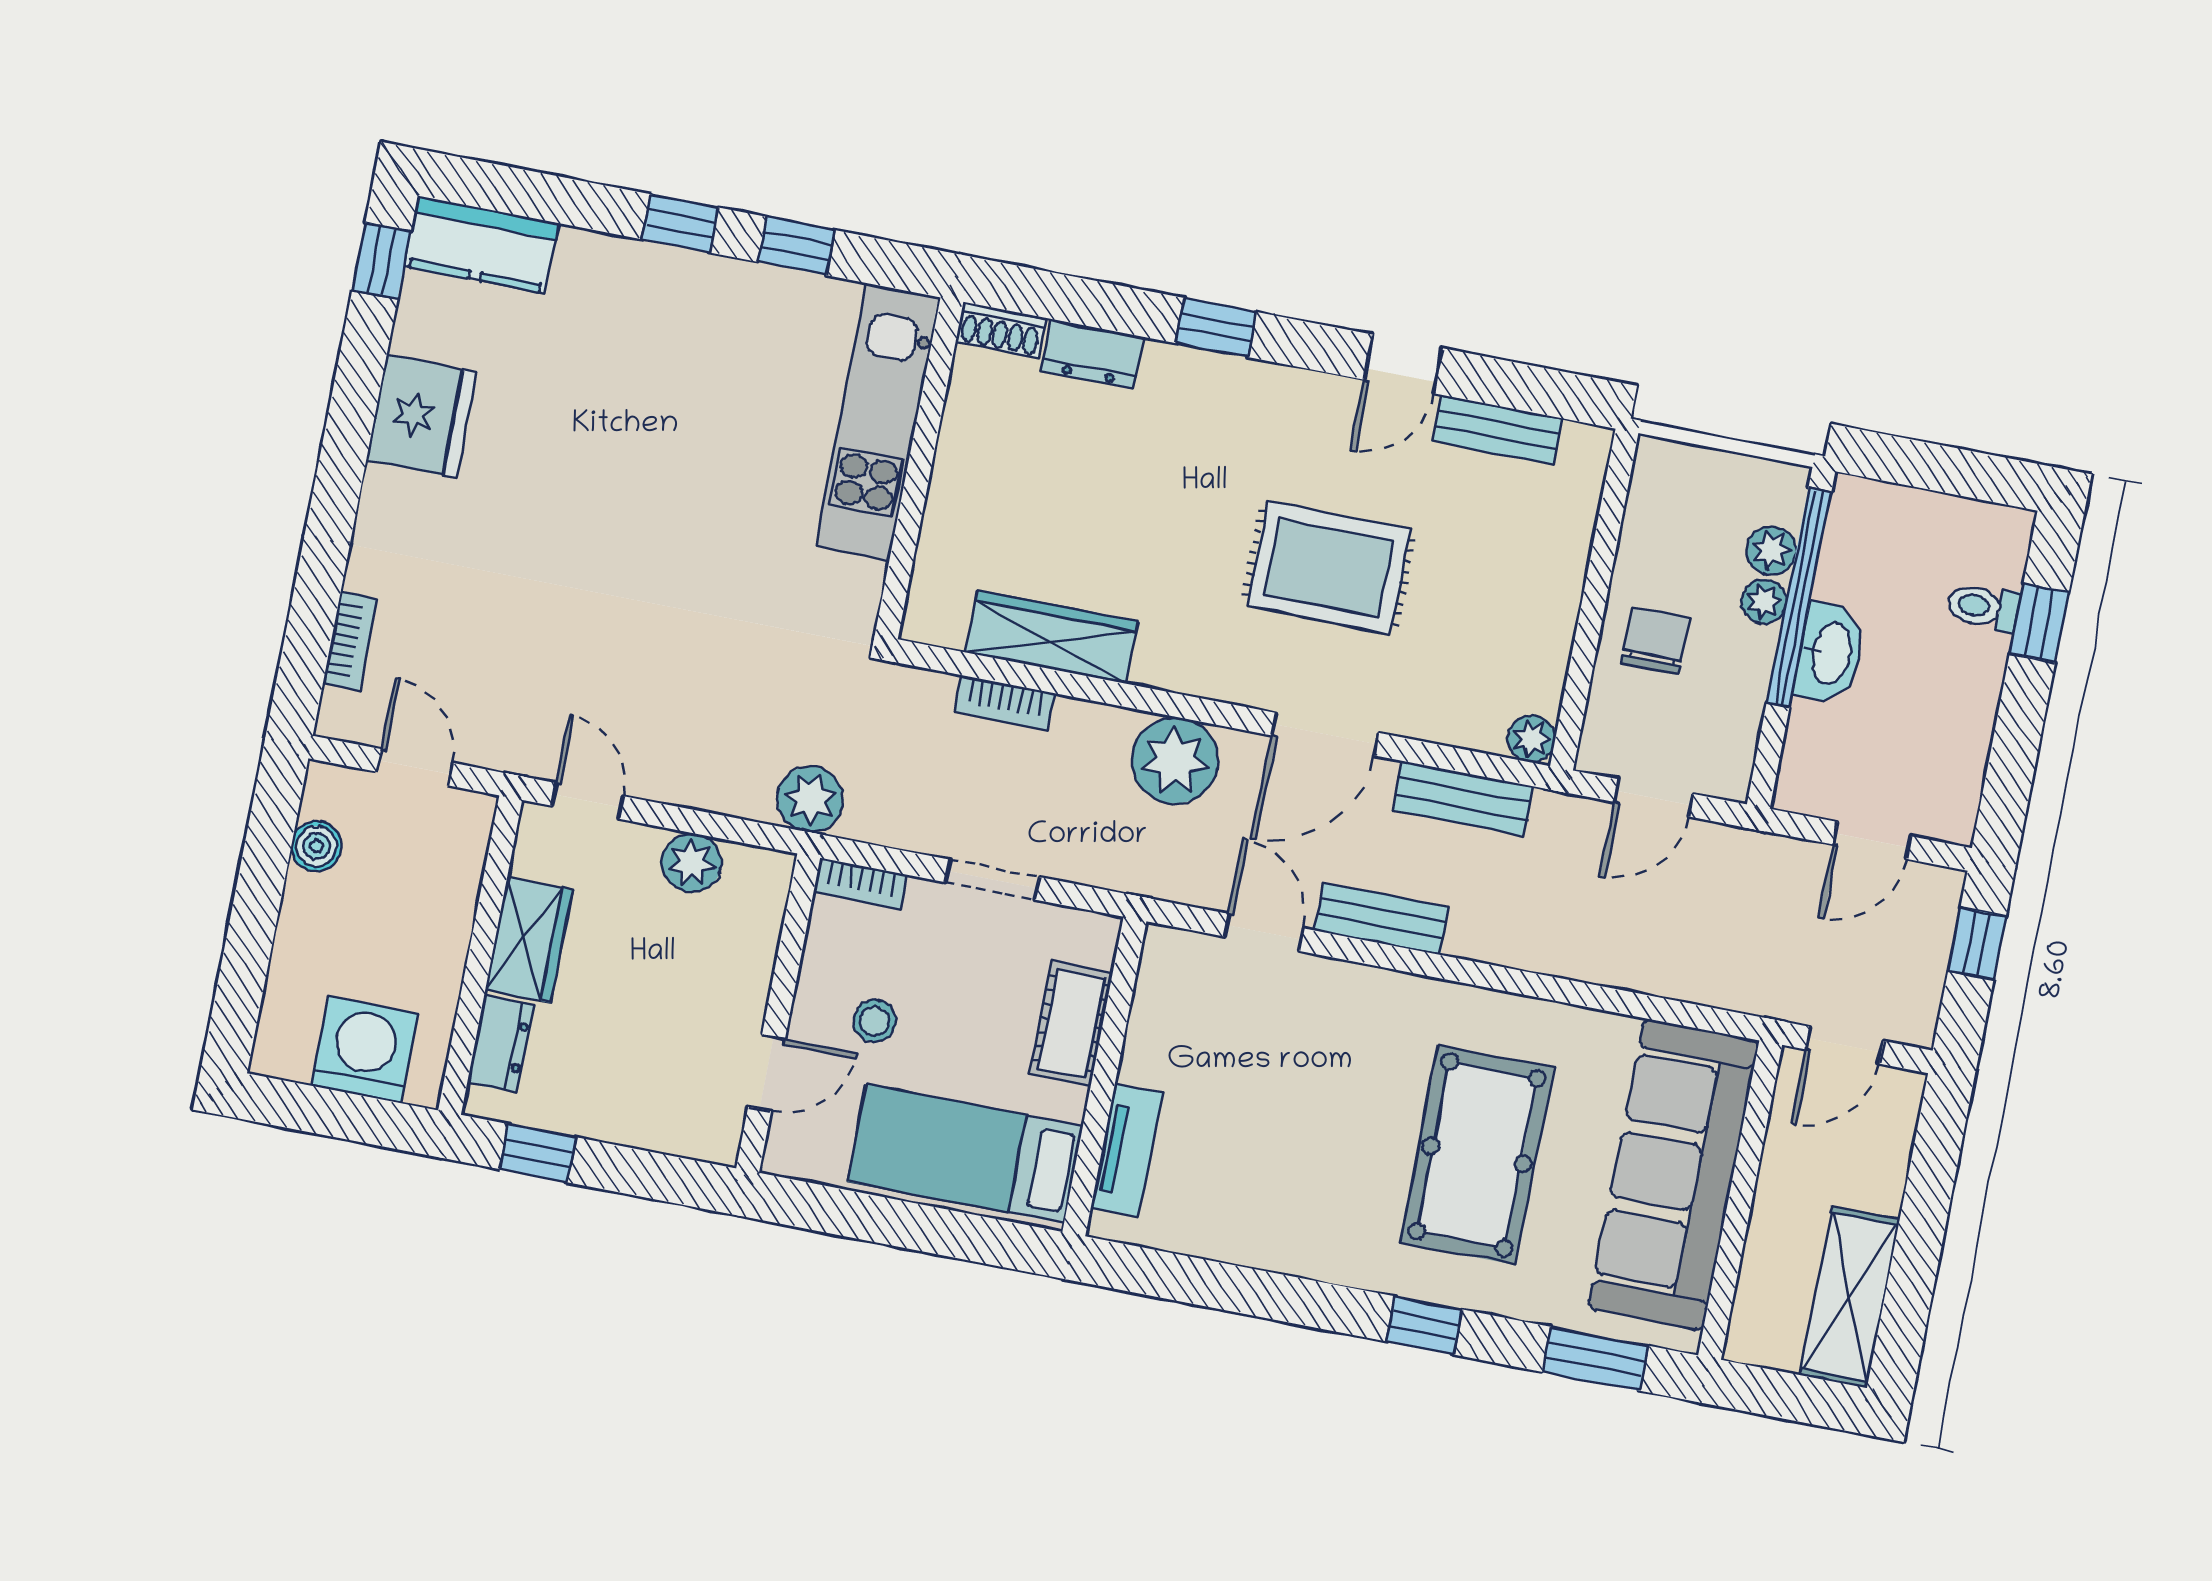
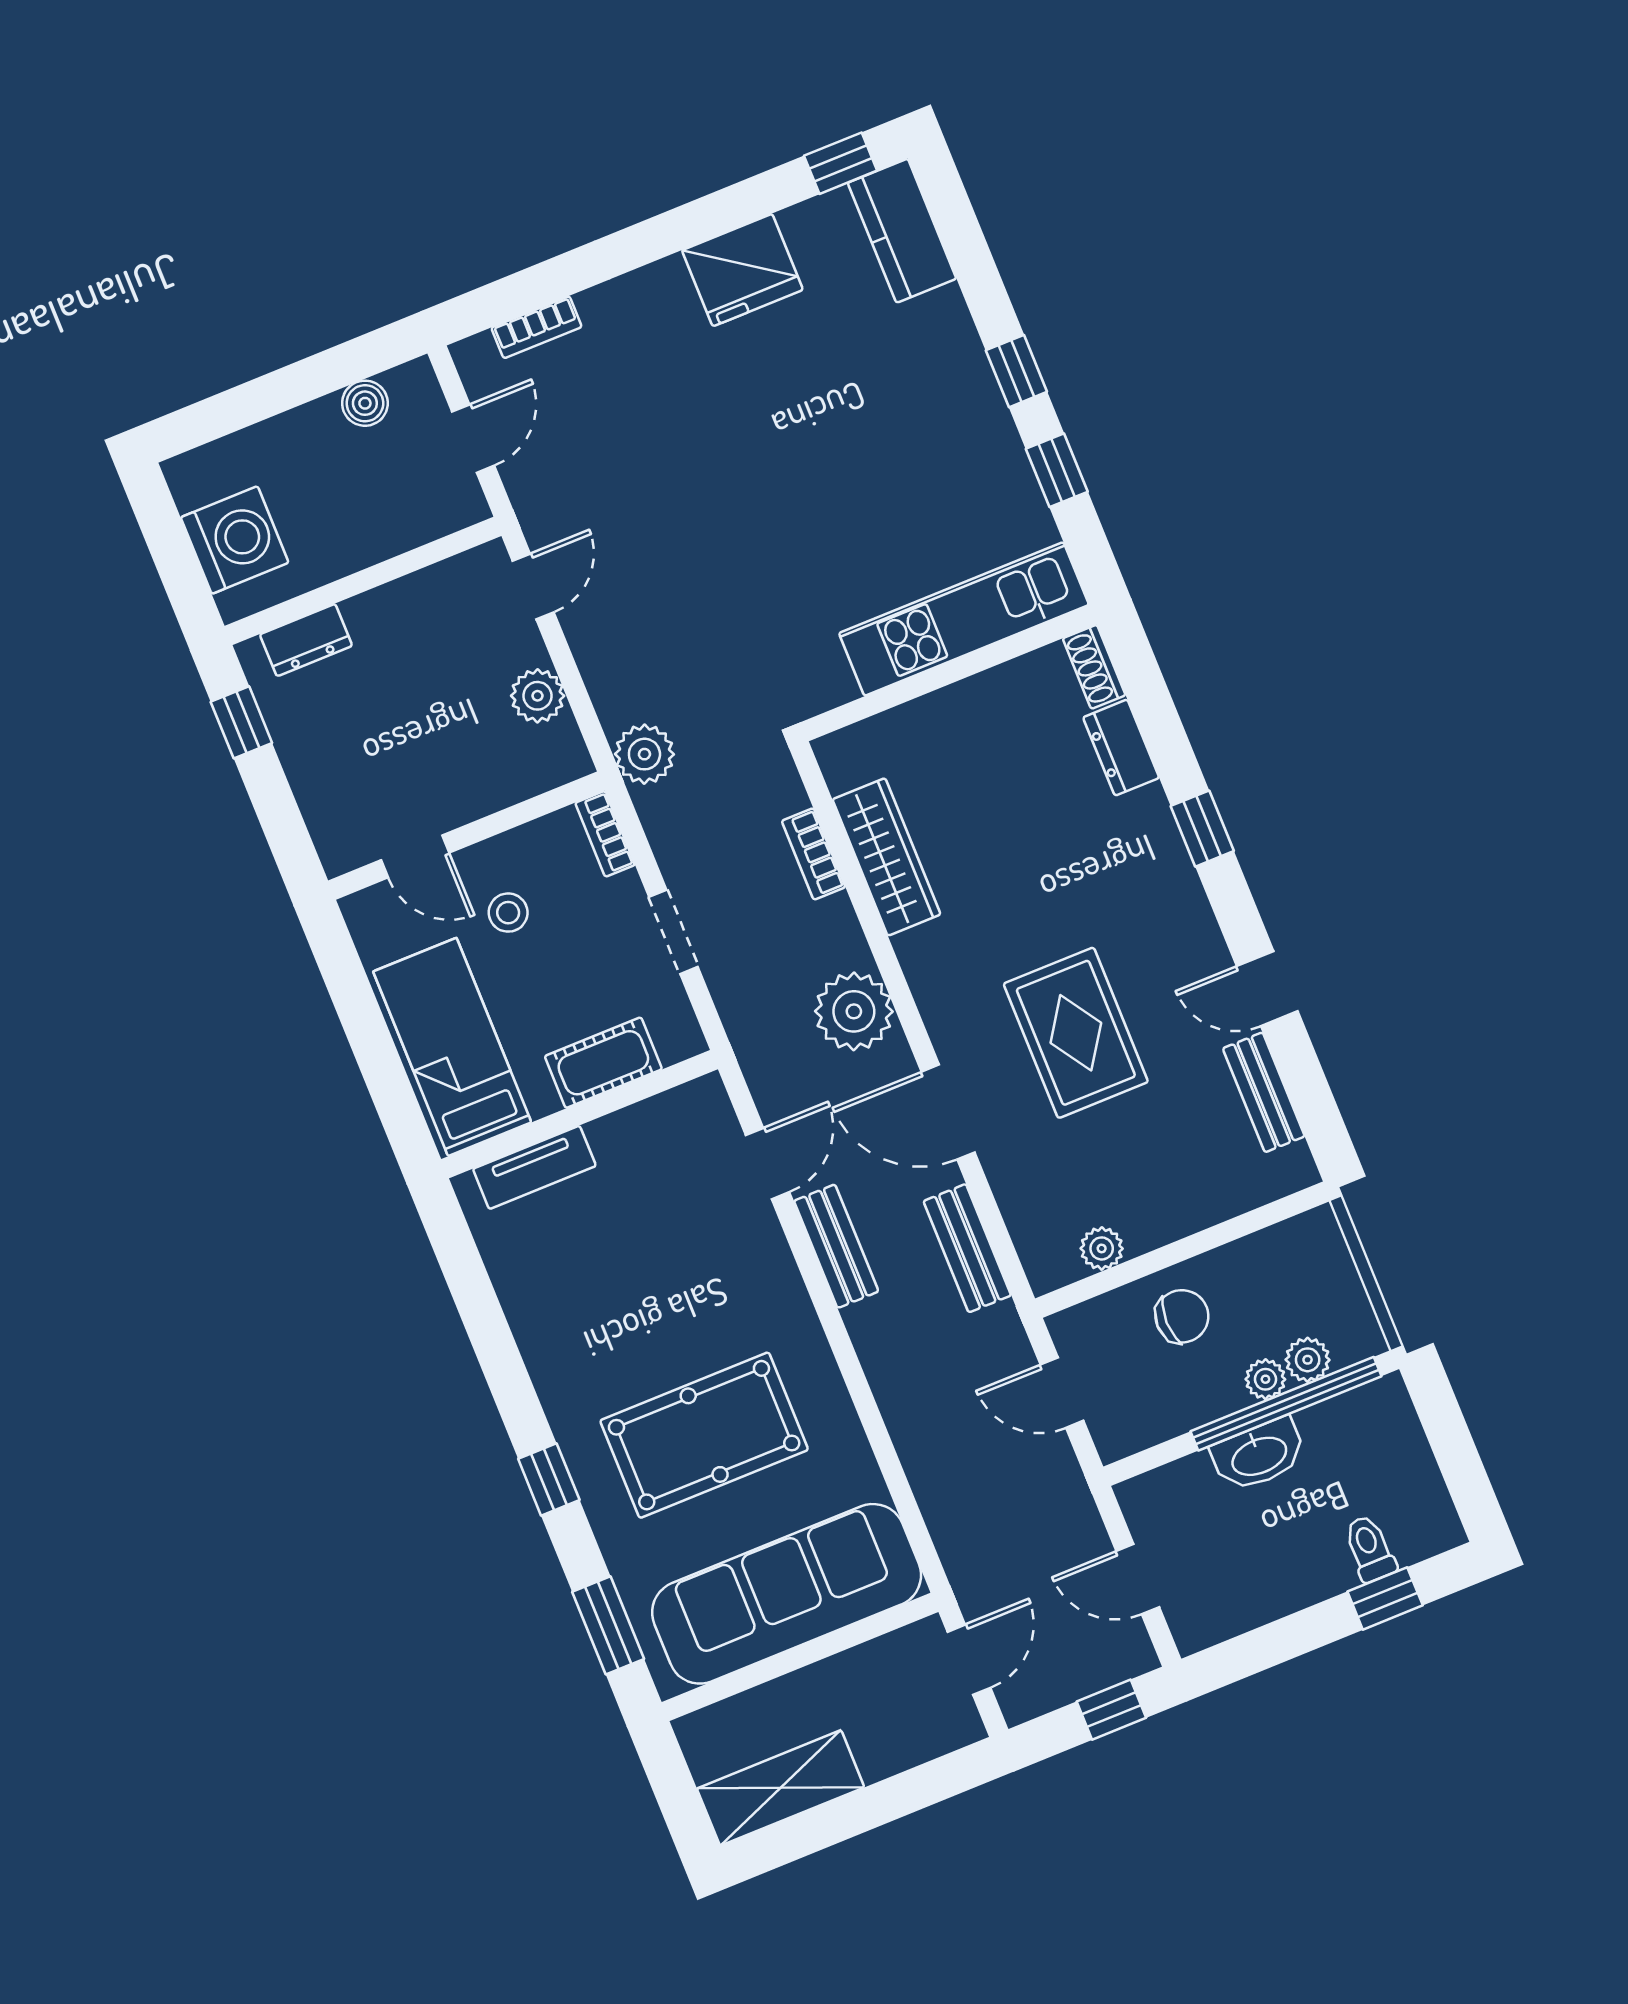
plant: (1532, 739) -> (1102, 1248), moved
wardrobe: (529, 940) -> (399, 610), removed
door: (1845, 1045) -> (969, 1660), swing flipped

